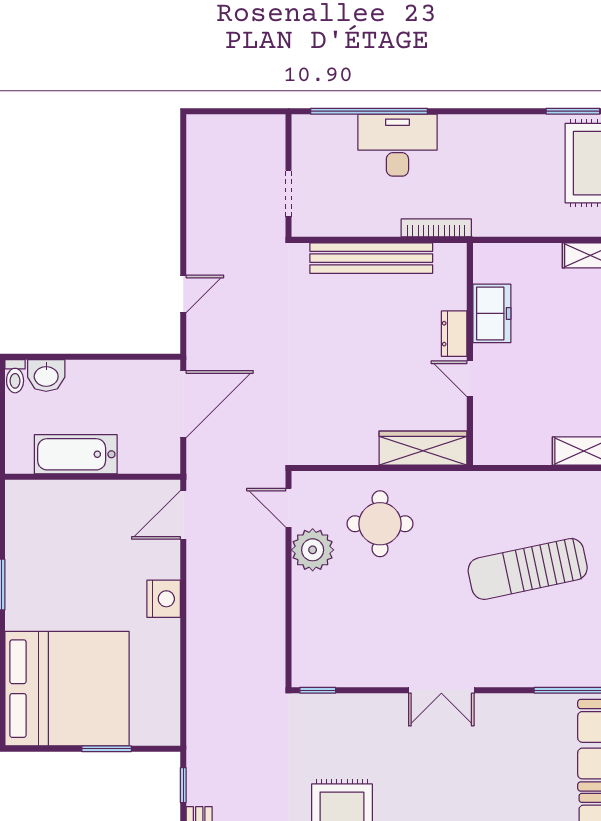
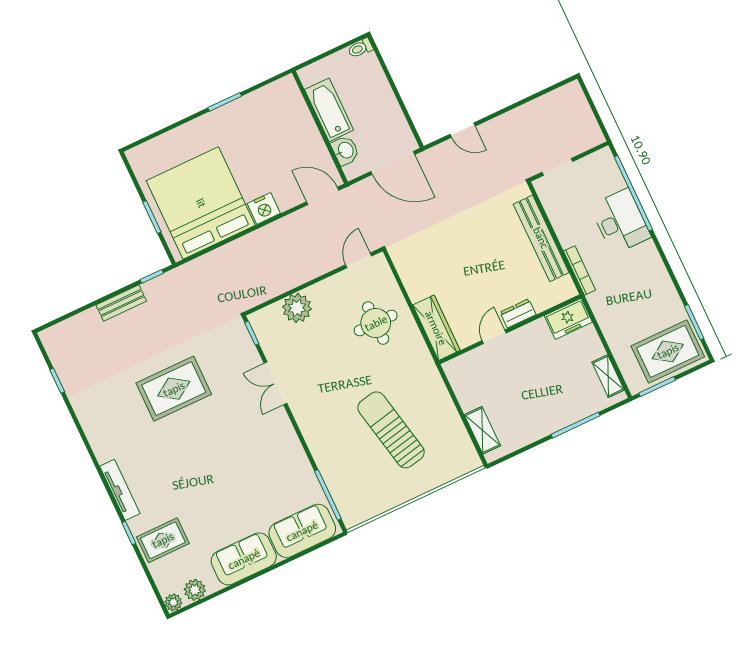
freezer: (492, 313) -> (568, 319), moved
washbasin: (46, 376) -> (345, 150), moved, turned 180
plant: (313, 550) -> (297, 308), moved
bed: (67, 689) -> (201, 203), moved, turned 180
double door: (441, 690) -> (275, 383), moved

